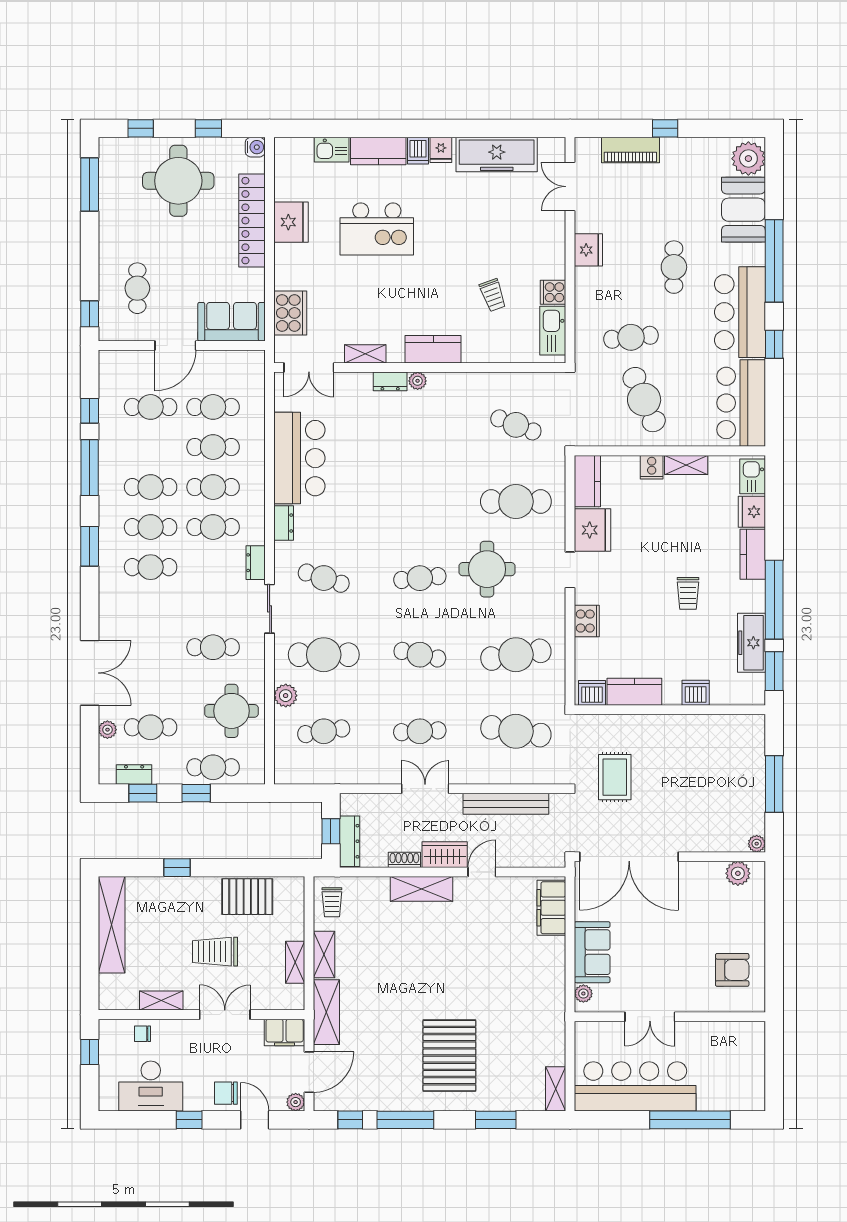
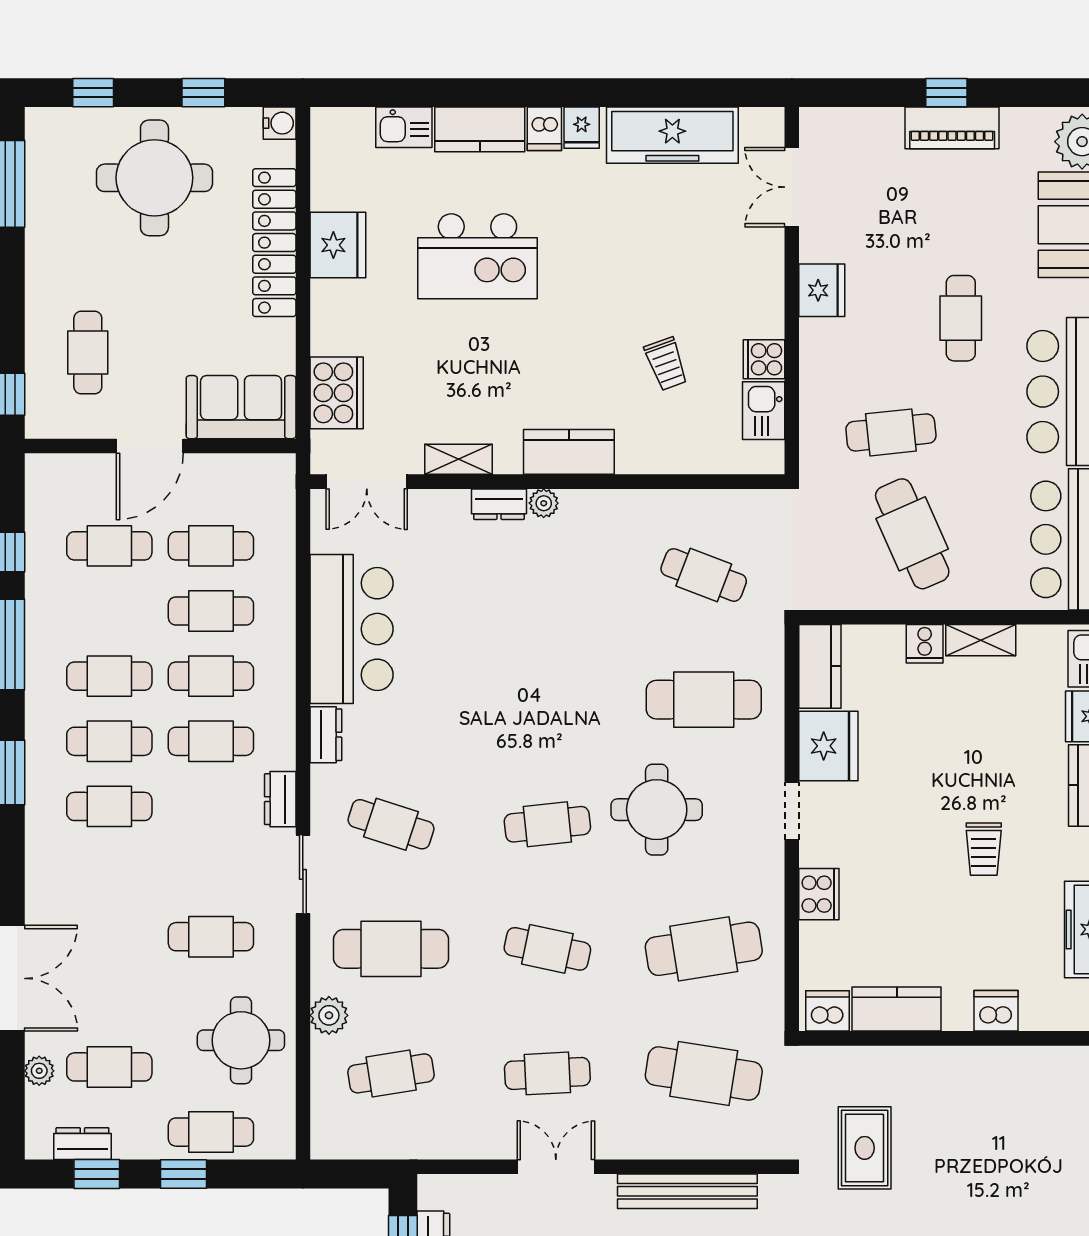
piano: (630, 150) -> (952, 128), moved
kitchen sink: (553, 331) -> (764, 411), width x0.73

